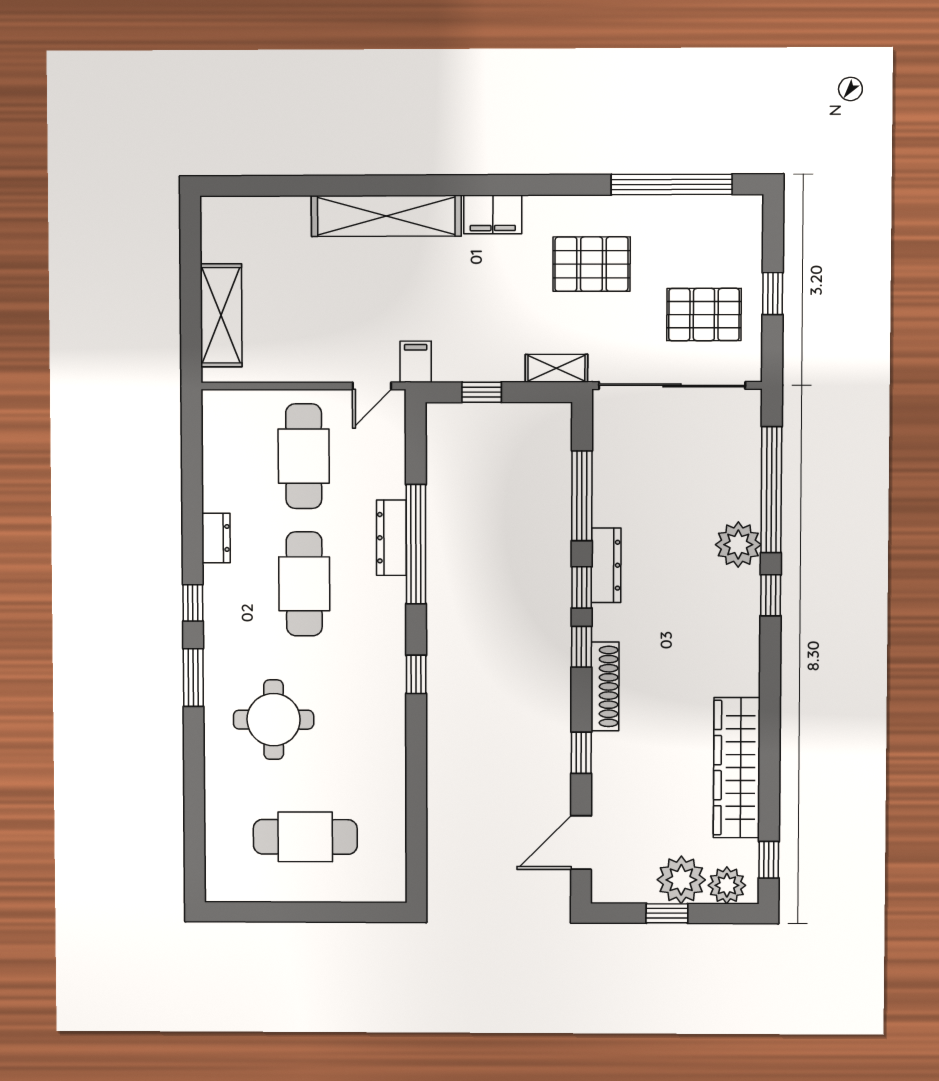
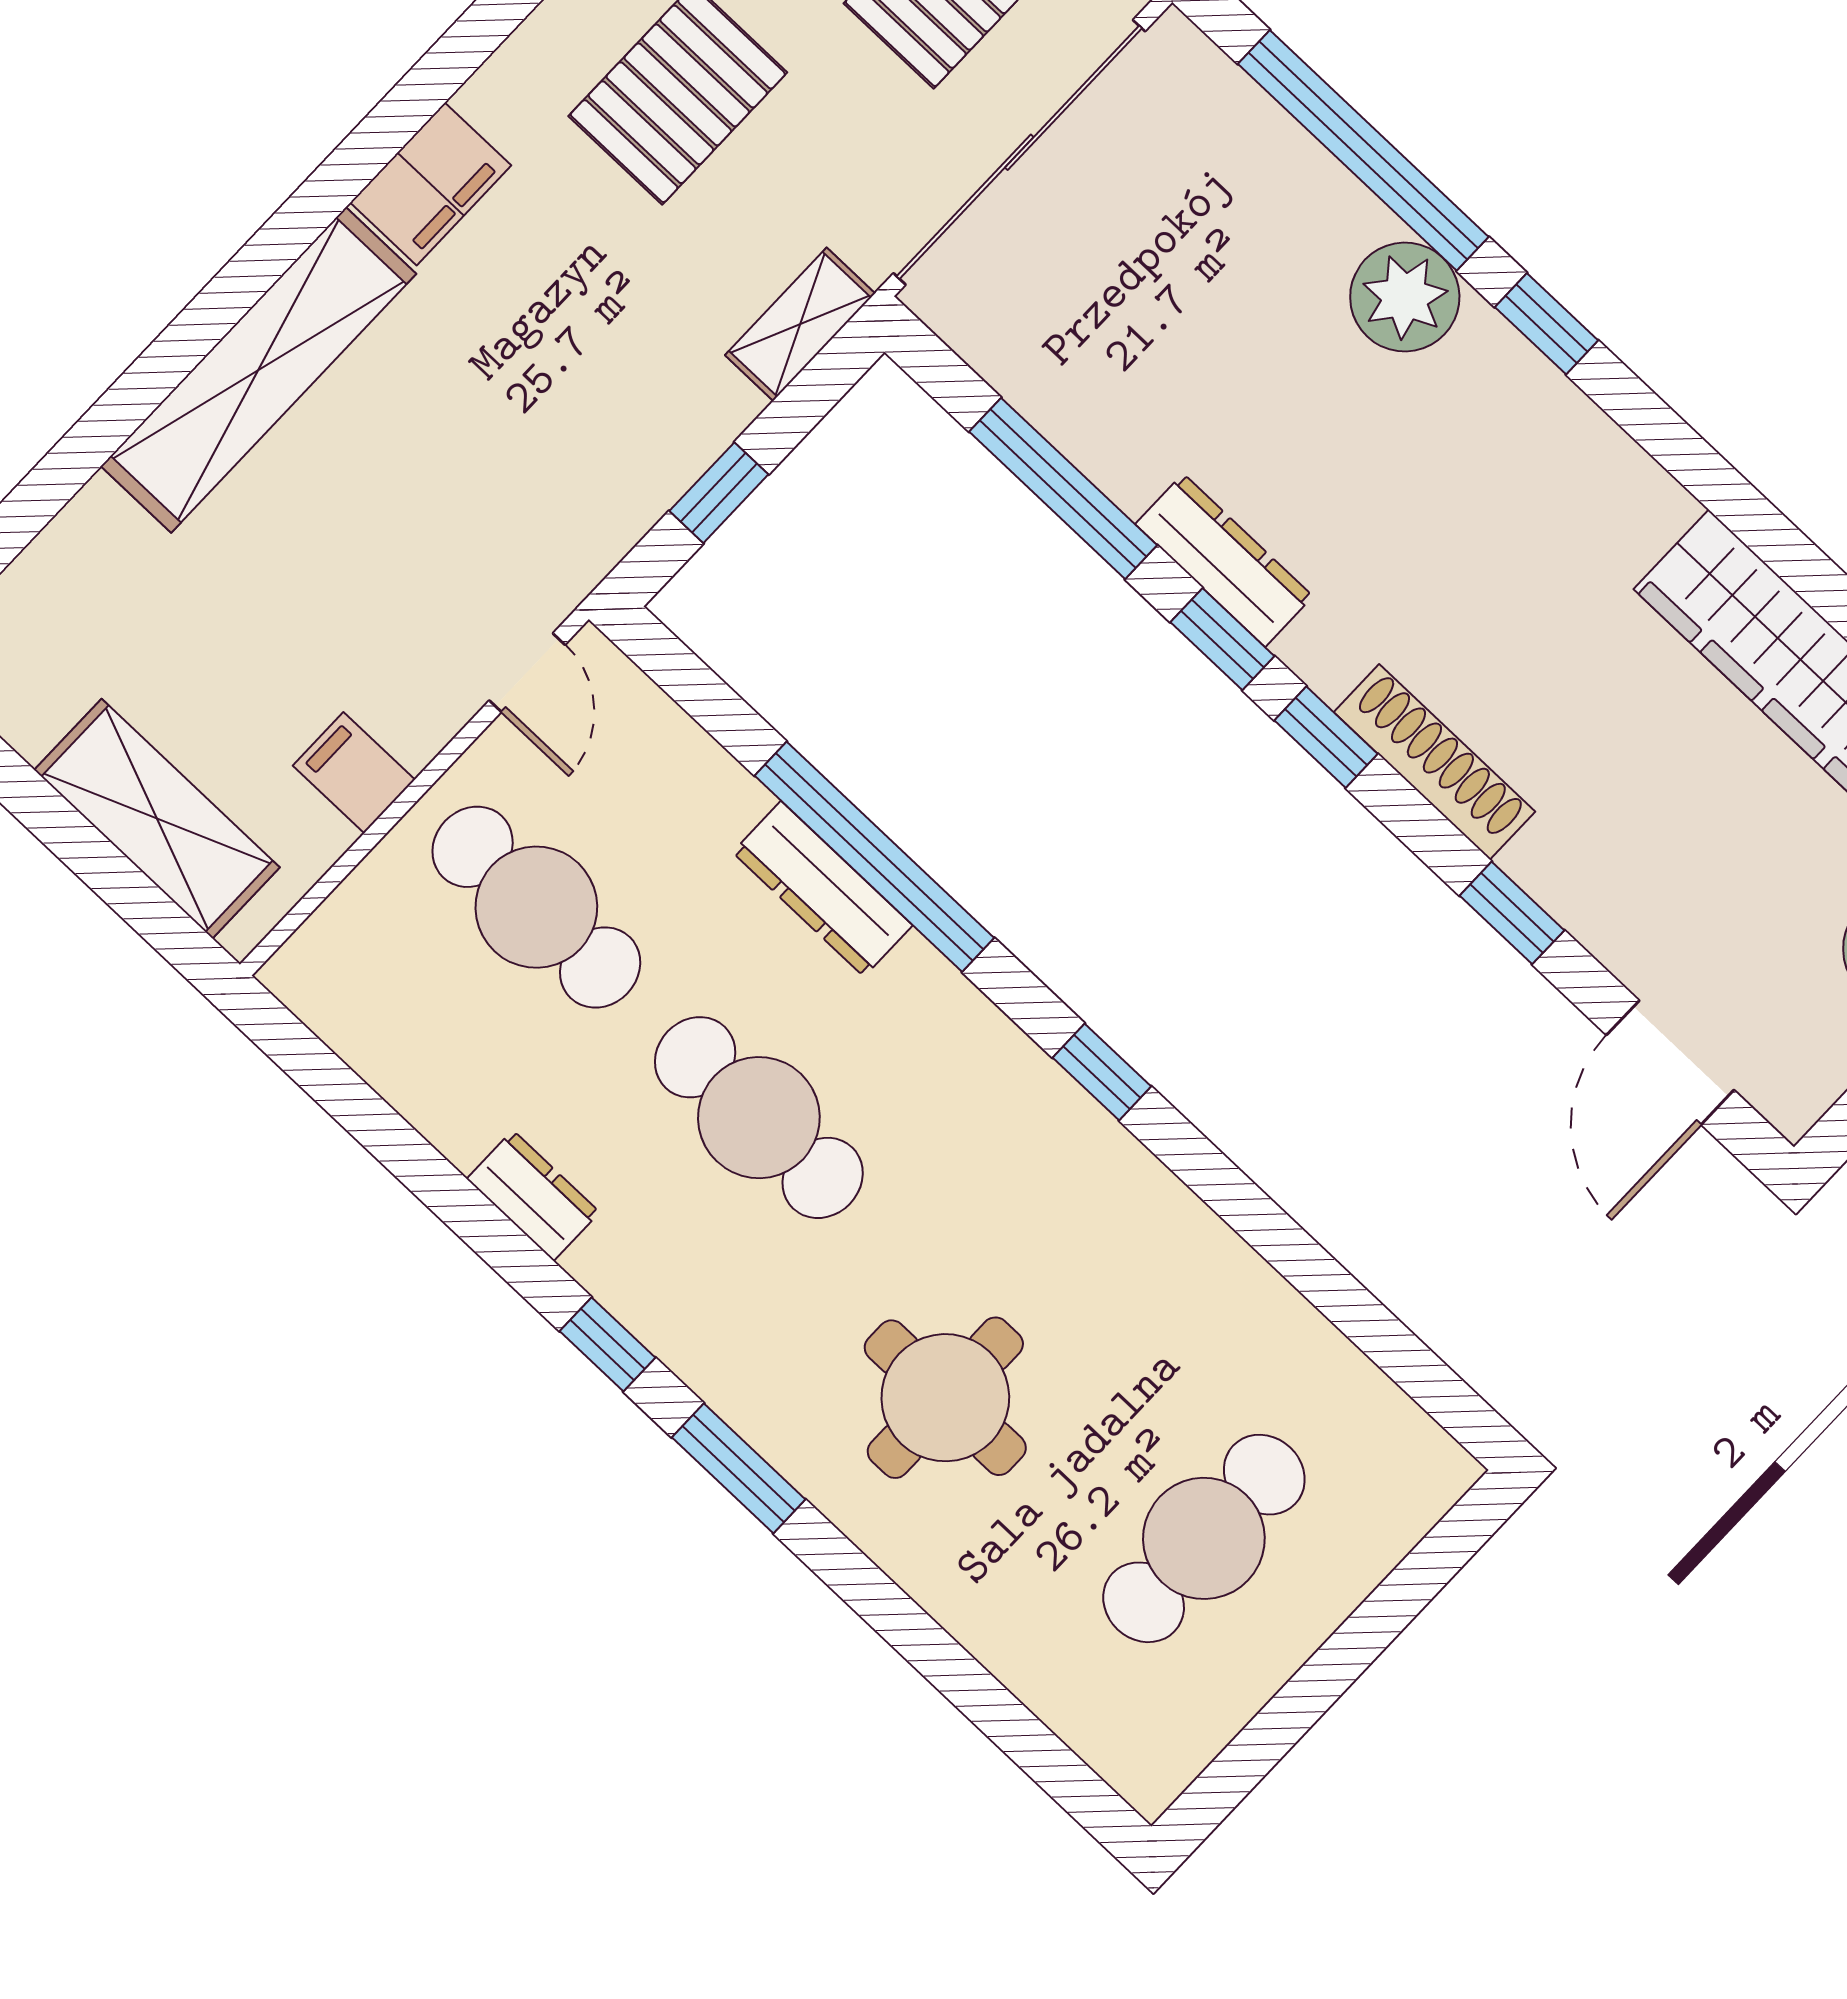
filing cabinet: (416, 362) -> (354, 773), moved

